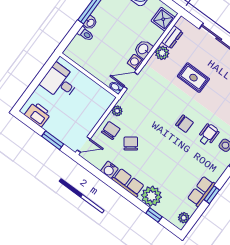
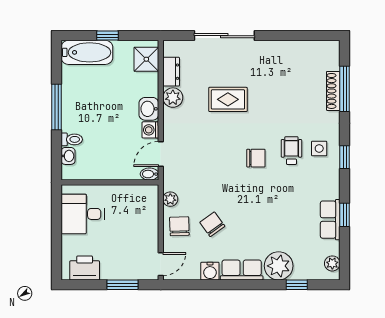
washbasin: (90, 23) -> (68, 156), moved

